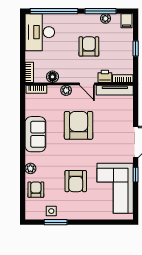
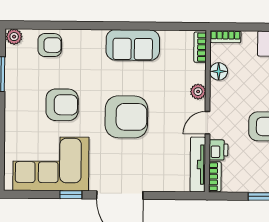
armchair: (79, 125) -> (126, 117), moved
plant: (30, 168) -> (14, 37), moved
armchair: (76, 181) -> (62, 105), turned 180
side table: (51, 211) -> (18, 68), removed

